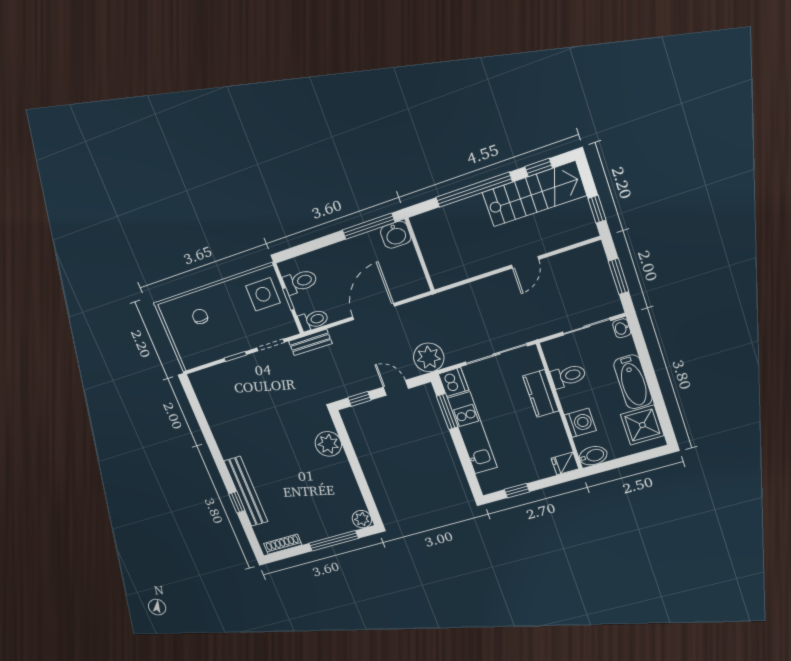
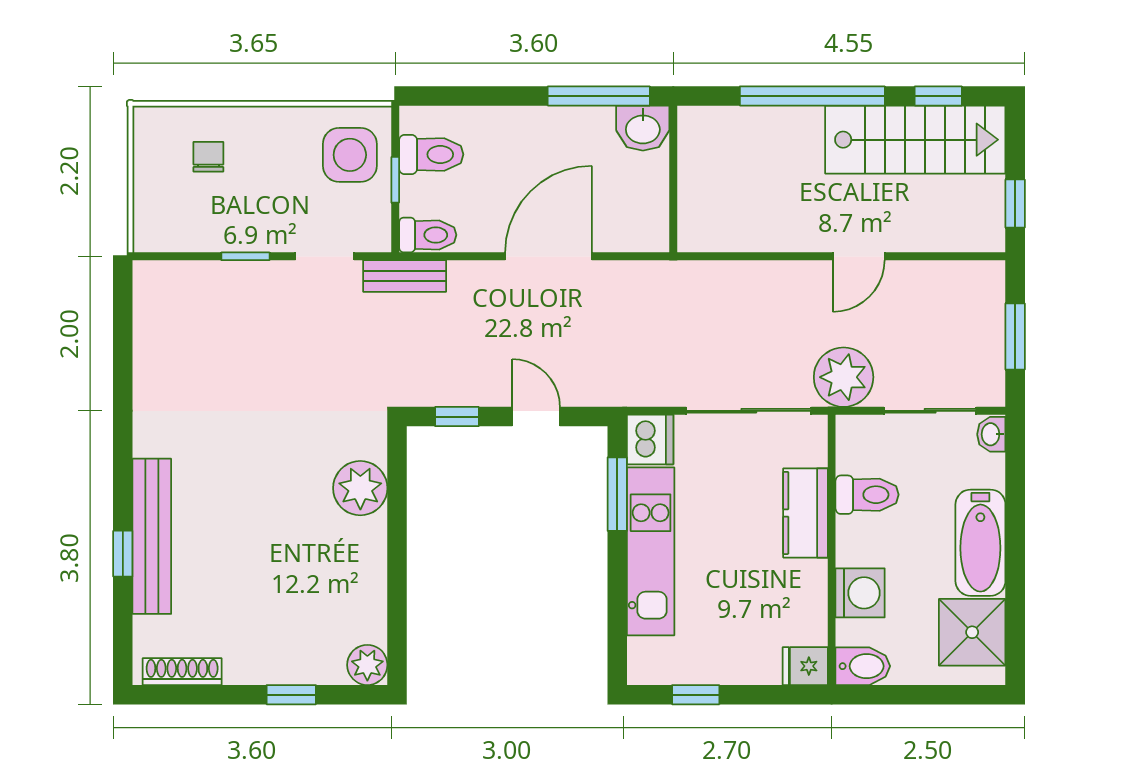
plant: (429, 357) -> (844, 377), moved
window: (334, 541) -> (291, 695), width x0.46

